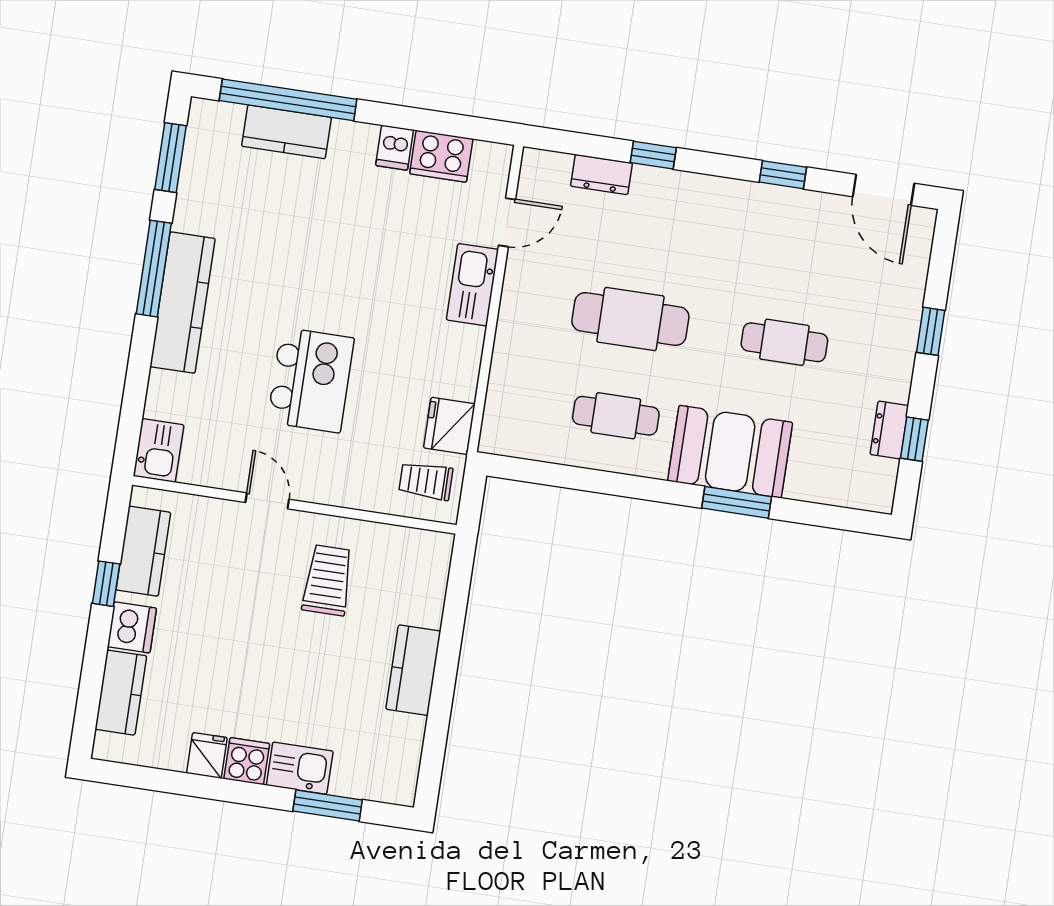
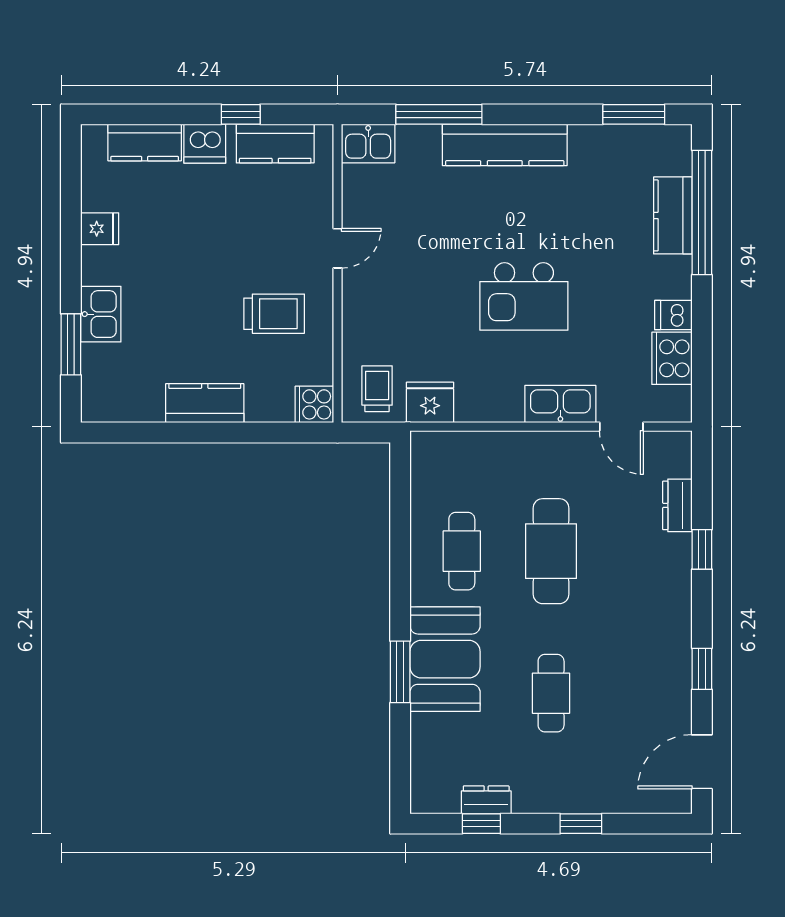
window: (154, 269) -> (439, 114), moved
kitchen island: (311, 380) -> (524, 296), moved
cooker: (247, 761) -> (314, 404), moved, turned 180

